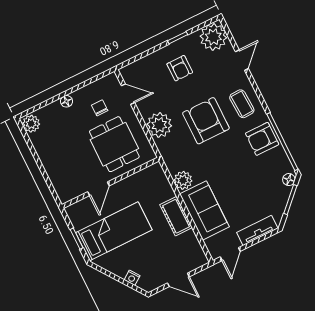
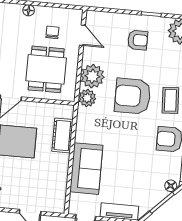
armchair: (180, 68) -> (138, 40), turned -90
armchair: (206, 121) -> (133, 96), turned -90
plant: (183, 180) -> (87, 98), moved
cot: (176, 216) -> (62, 135), moved

